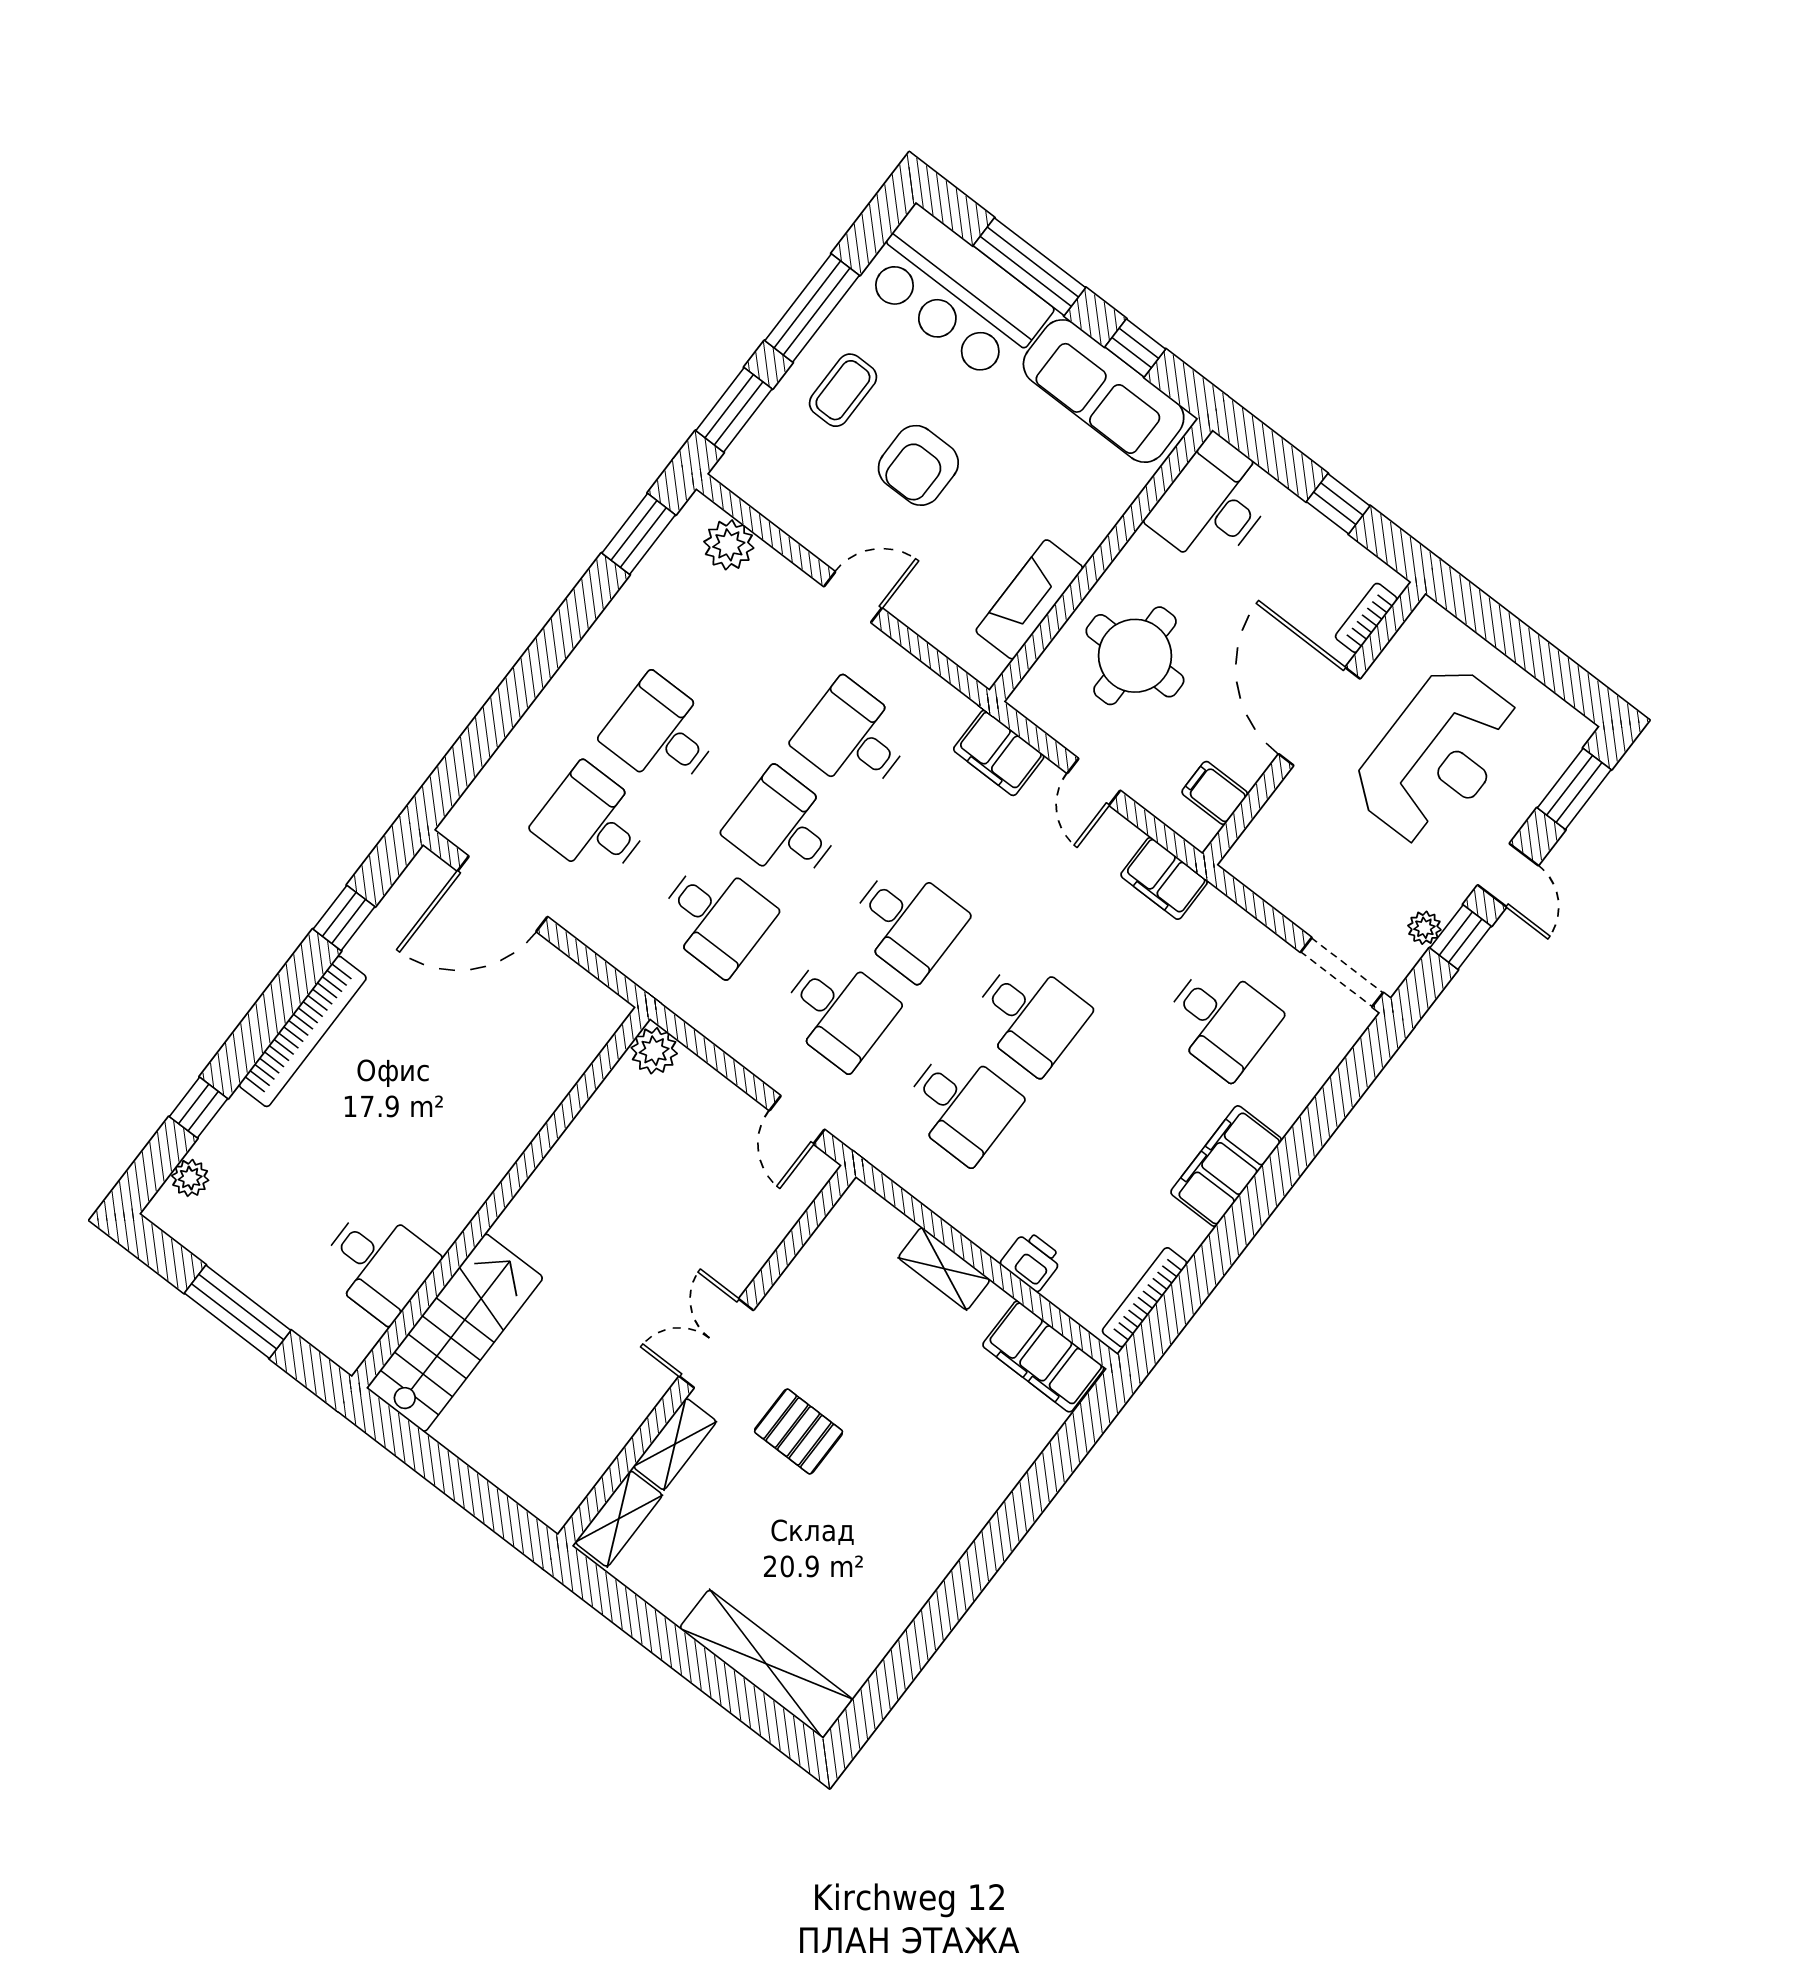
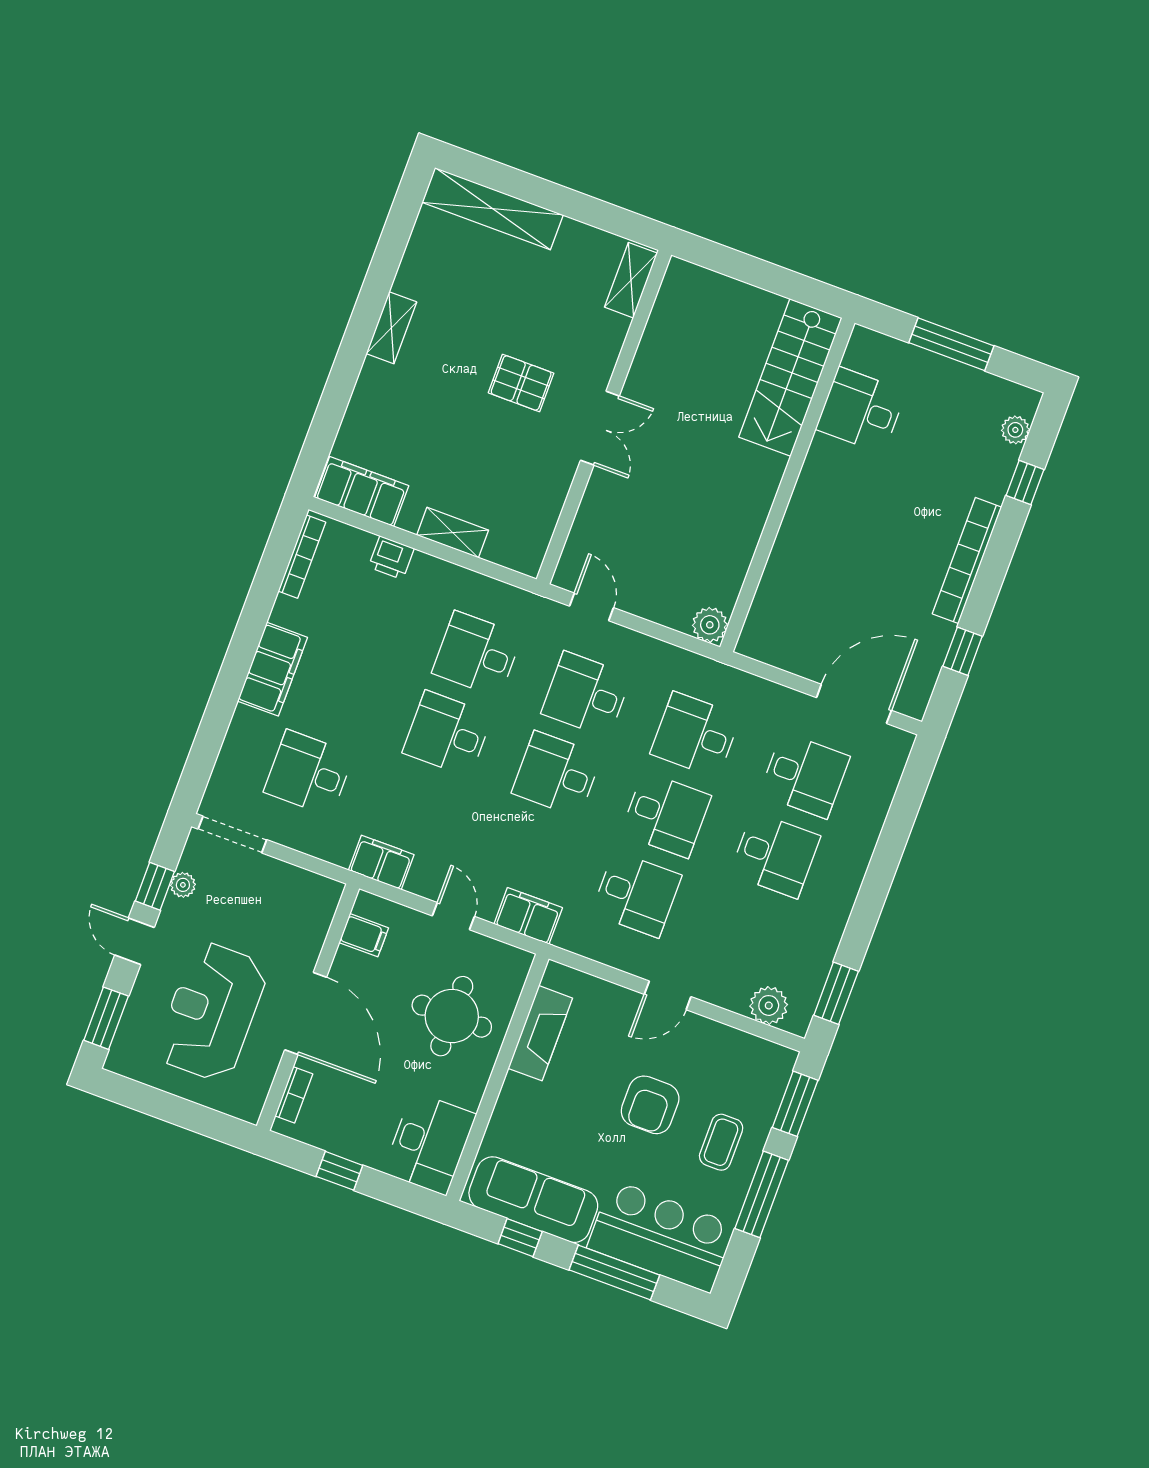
armchair: (918, 465) -> (650, 1105), turned 180
shelving: (675, 1444) -> (391, 328), moved

